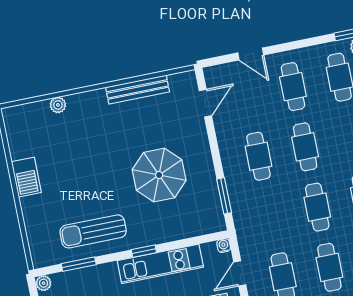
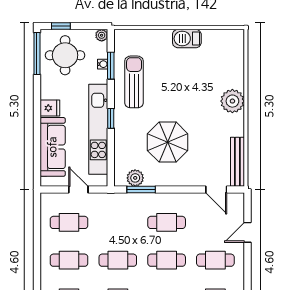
bench: (138, 90) -> (237, 162), moved
plant: (58, 105) -> (232, 101), moved, width x1.88, depth x1.88
plant: (211, 206) -> (135, 178), added
water cooler: (224, 246) -> (103, 64), moved
kitchen unit: (160, 264) -> (98, 129), width x1.36

